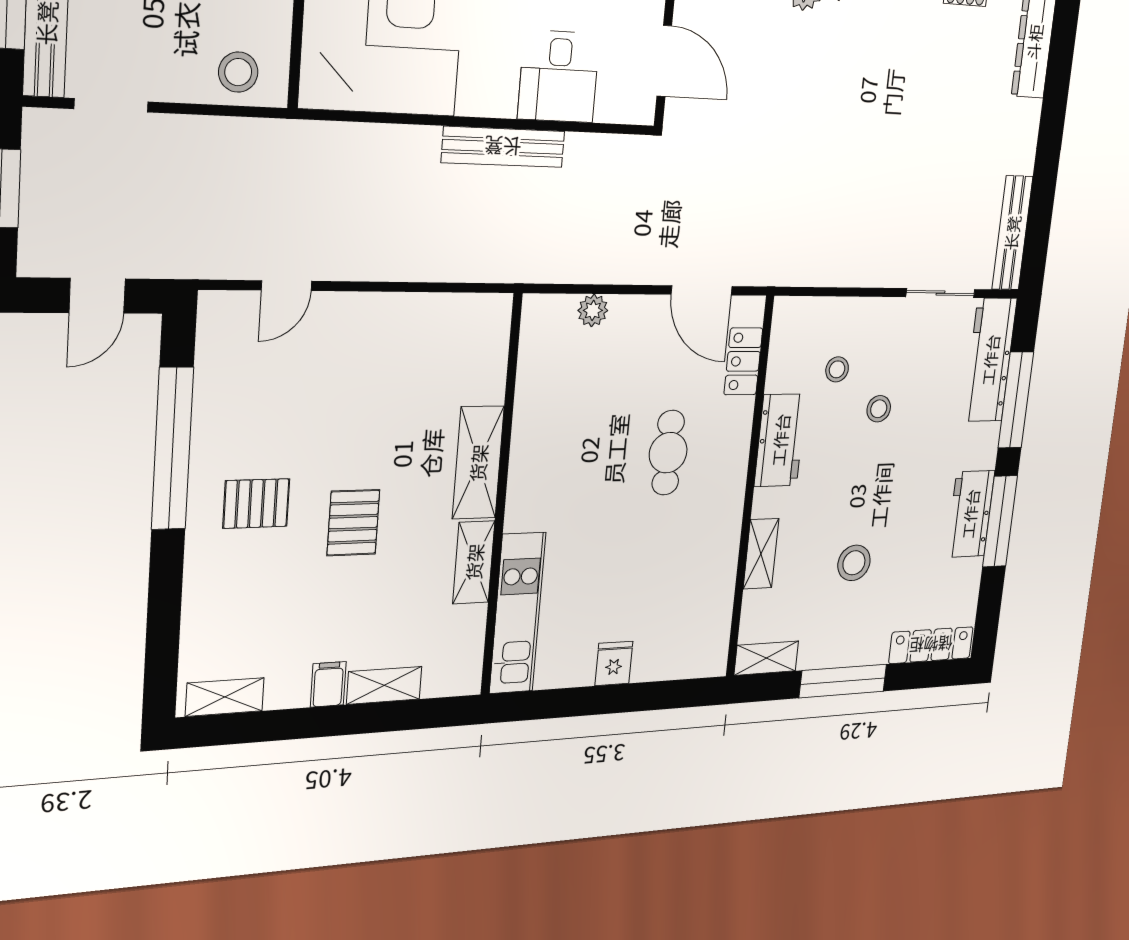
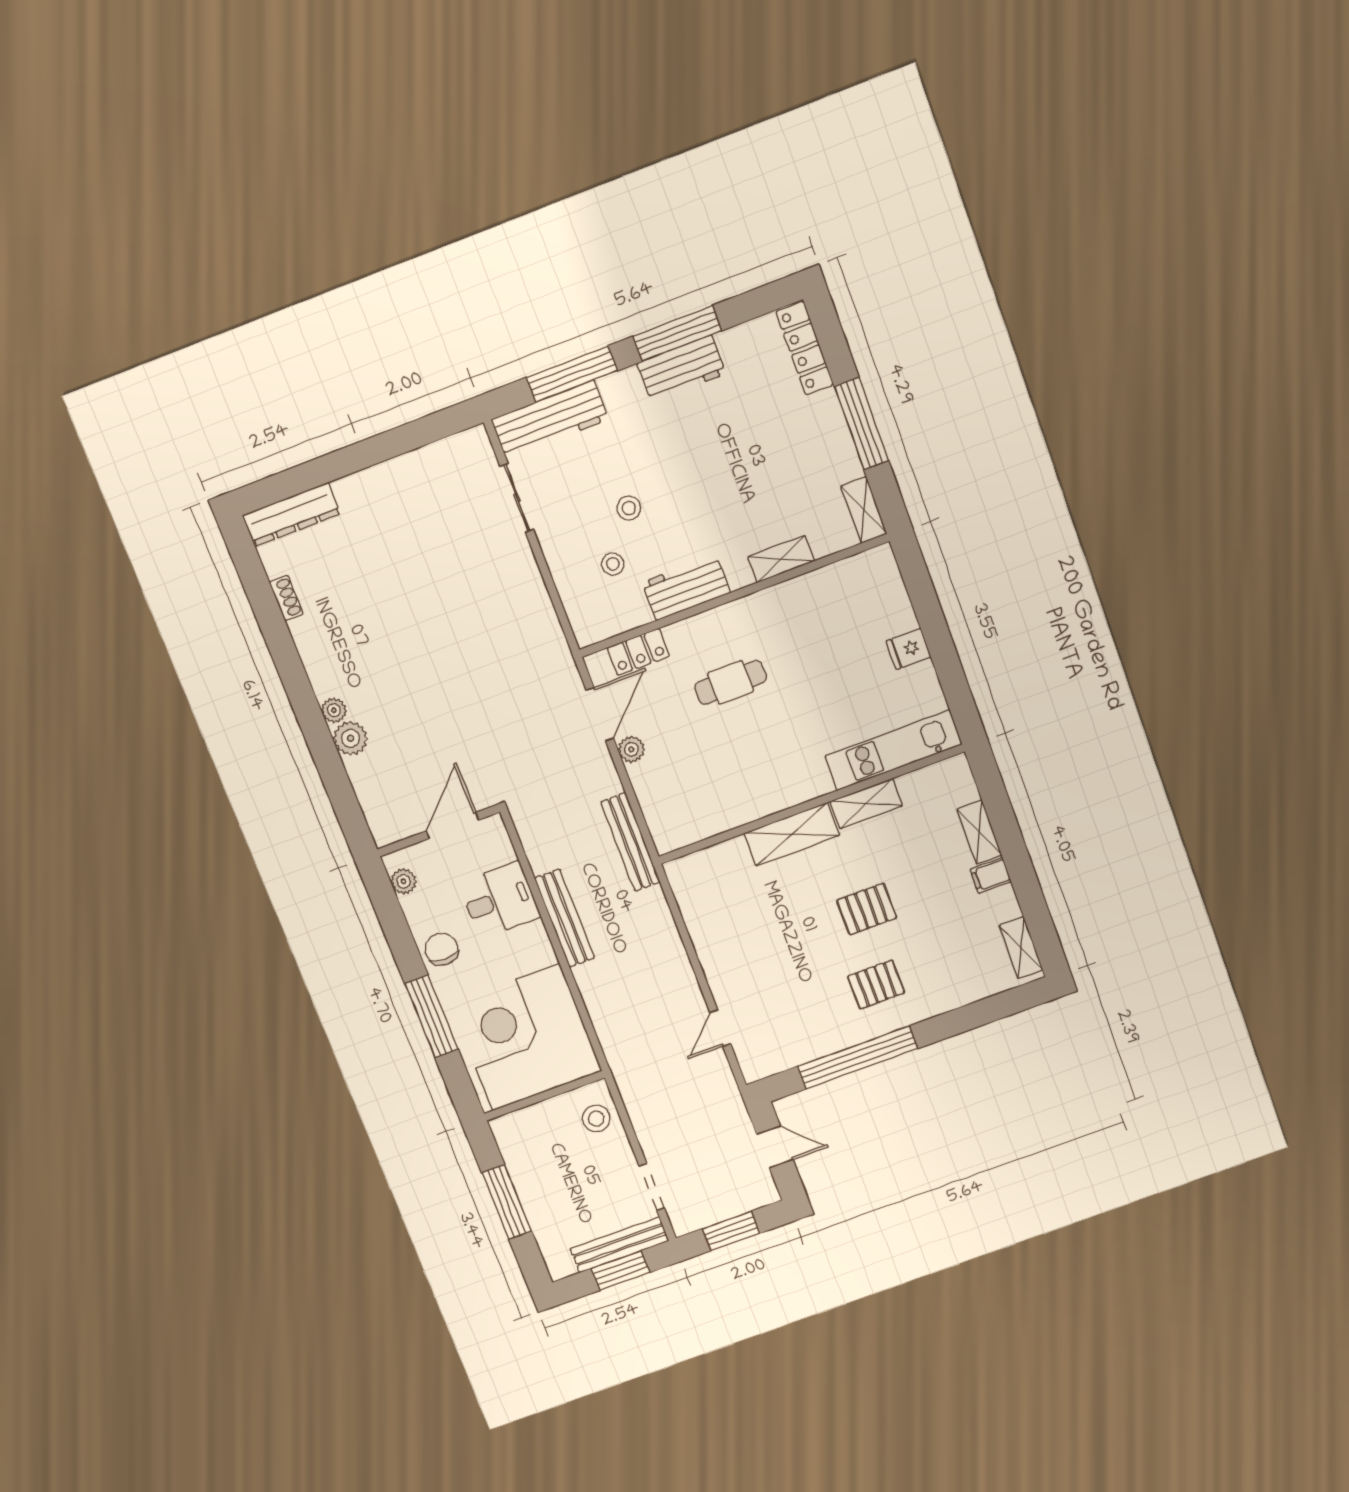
bench: (1012, 233) -> (630, 842), moved, turned 90
door: (286, 286) -> (720, 1028), swing flipped
plant: (593, 310) -> (631, 749), moved
pallet: (256, 504) -> (876, 985), turned 90
stool: (854, 563) -> (760, 465), removed

